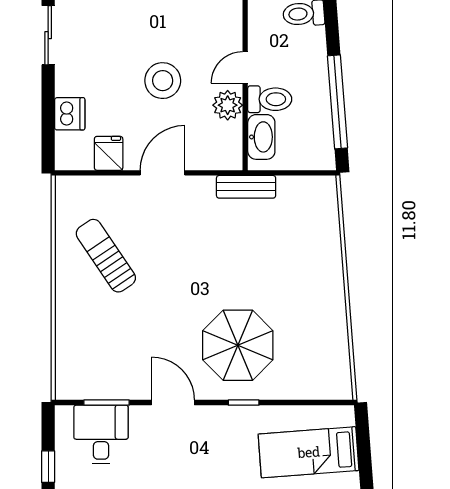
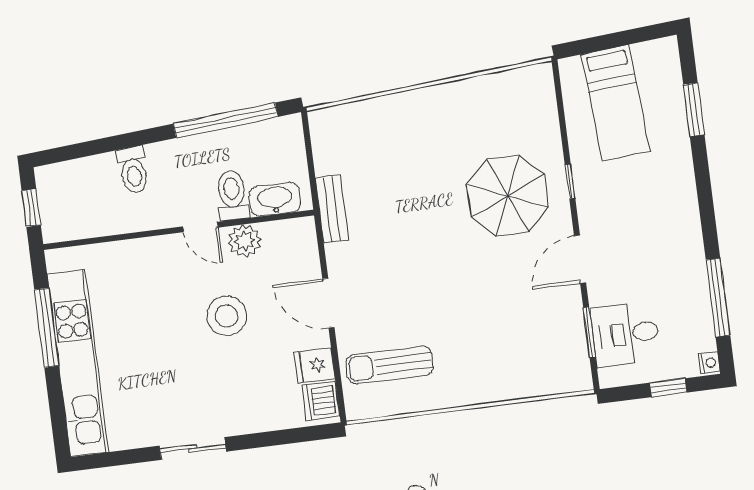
dishwasher: (70, 114) -> (321, 401), moved, turned -90
sun lounger: (106, 256) -> (390, 365), moved, turned 34

